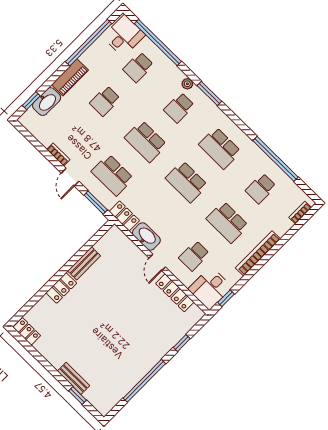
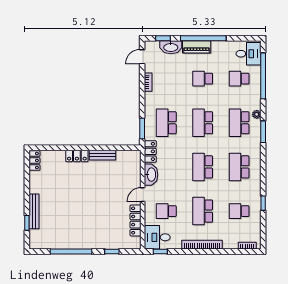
window: (89, 43) -> (203, 38), moved
school desk: (179, 108) -> (239, 123), width x1.85
window: (275, 159) -> (263, 203), width x0.32
door: (70, 177) -> (142, 57), moved
bench: (73, 378) -> (34, 211), width x1.36

